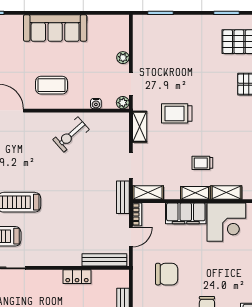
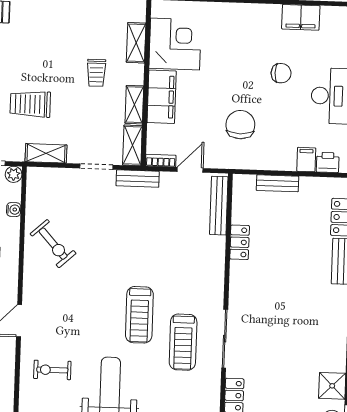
trolley: (177, 113) -> (30, 104), turned 90
shelving: (195, 193) -> (134, 105), moved
door: (131, 237) -> (190, 170), hinge flipped

